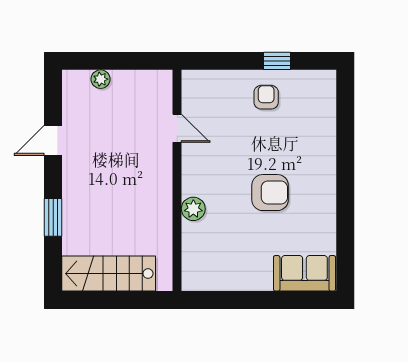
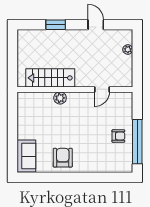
window: (277, 61) -> (137, 142), width x3.17
armchair: (270, 193) -> (63, 158), moved, turned 180
stairs: (109, 274) -> (50, 78), moved, turned -90

